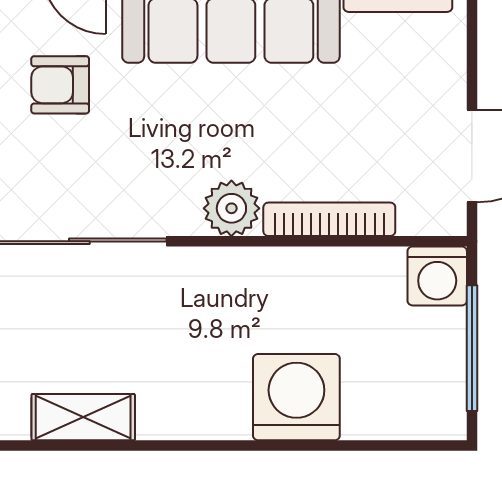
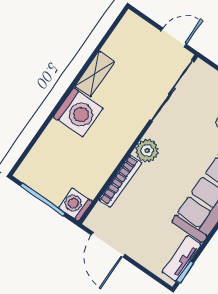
washing machine: (296, 397) -> (78, 112), moved
shelving: (83, 417) -> (95, 74), moved

